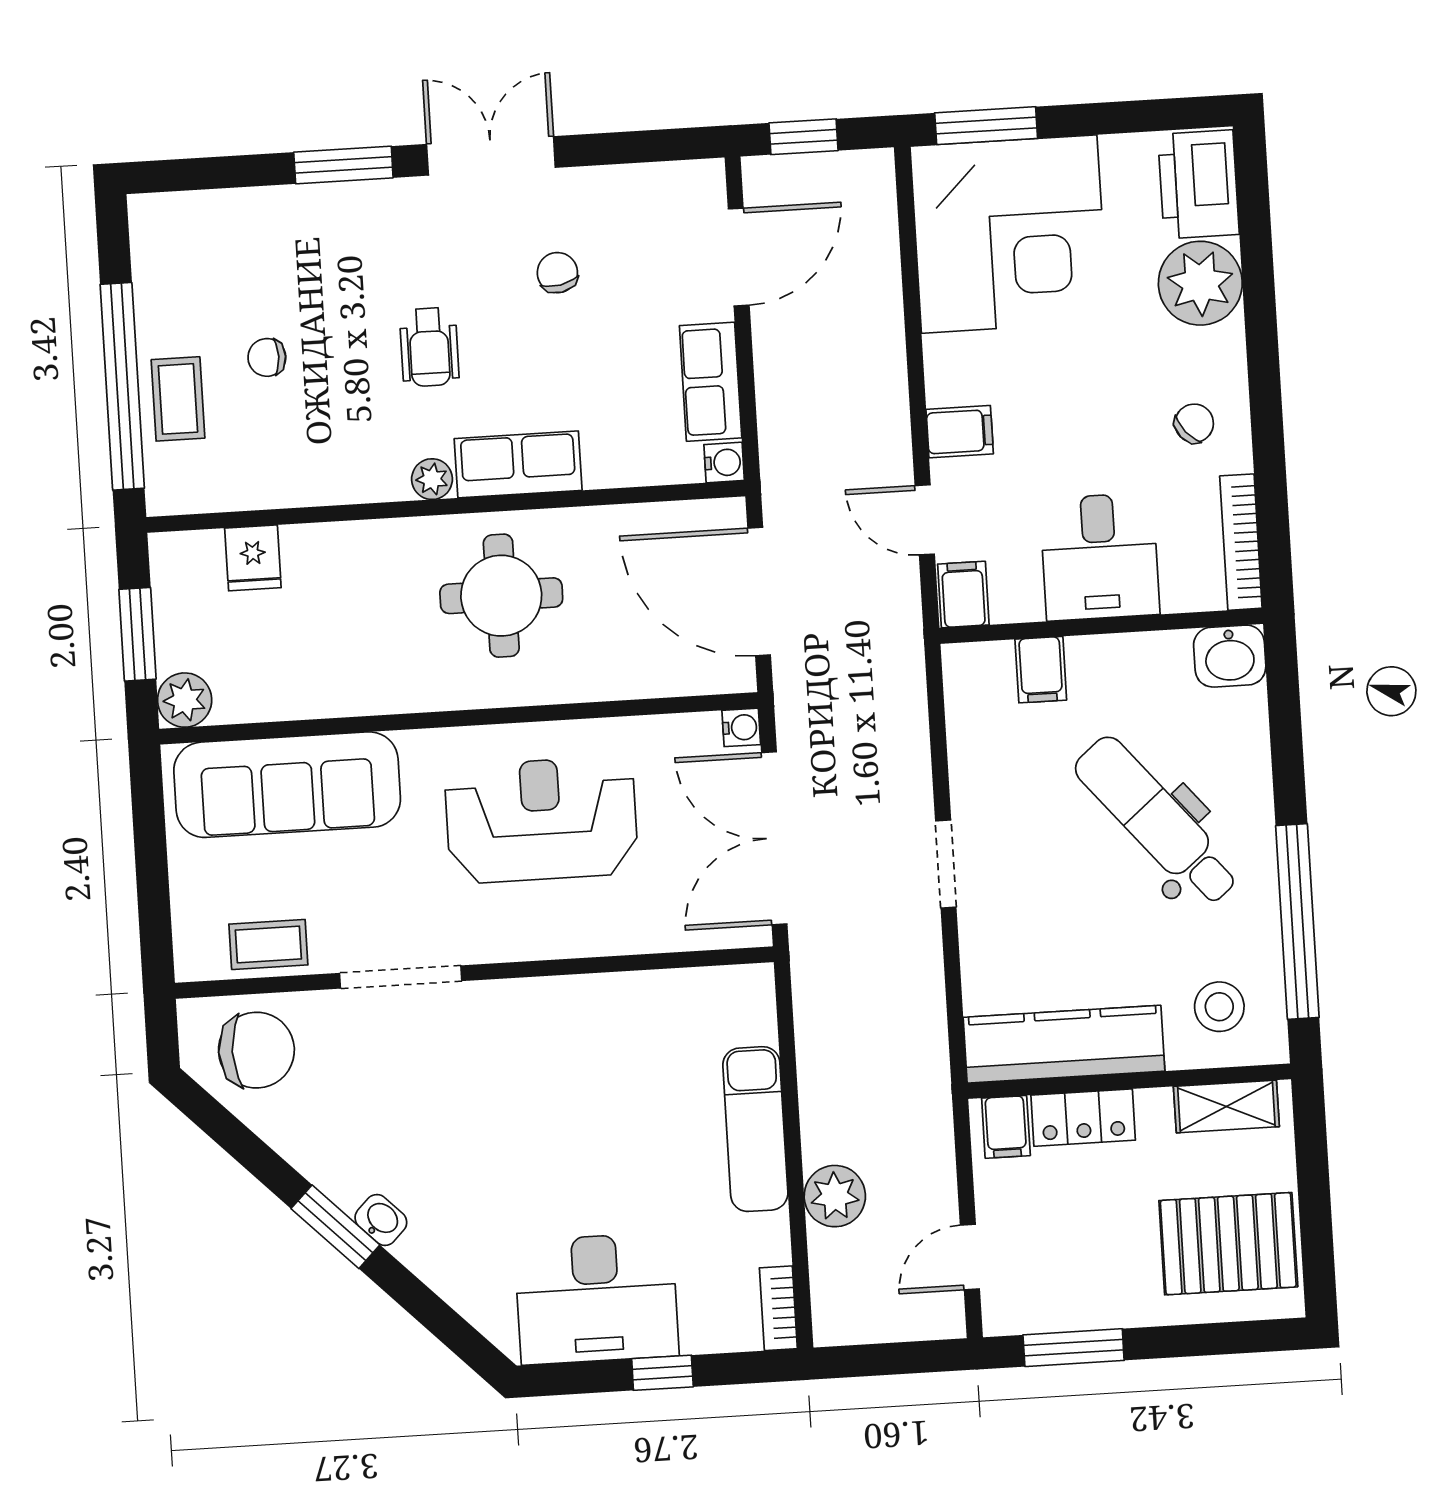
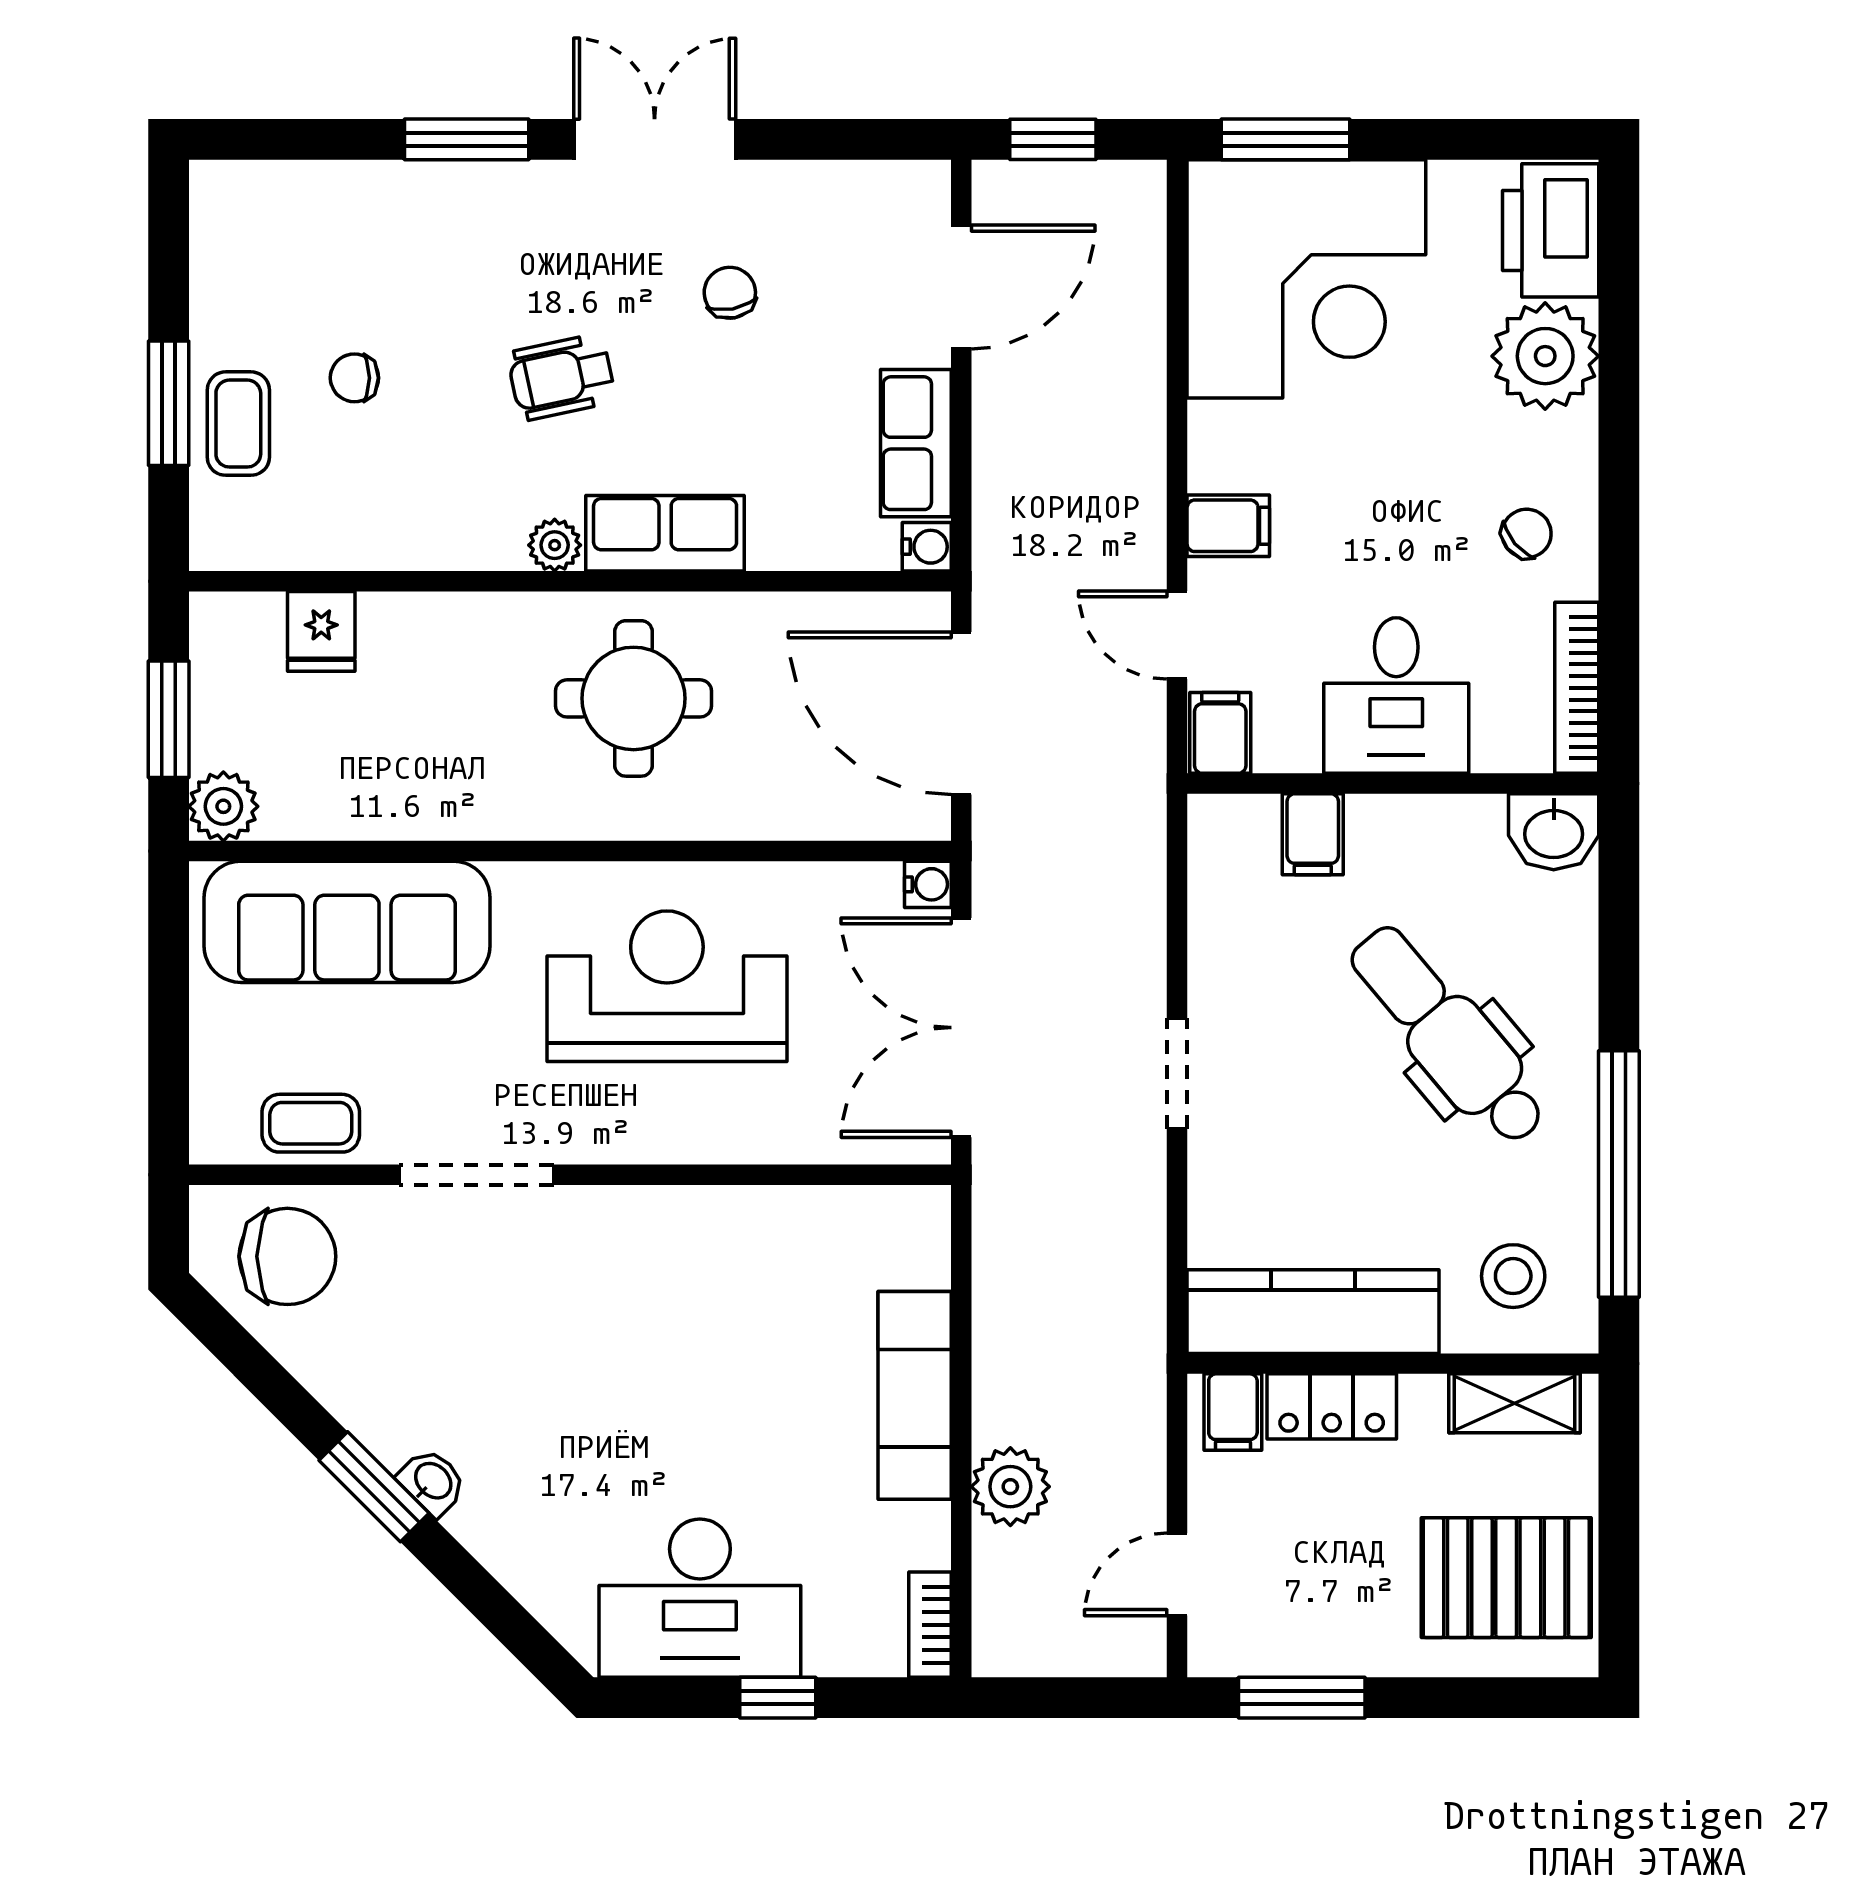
wheelchair: (429, 347) -> (561, 377), turned 78
window: (122, 386) -> (169, 403), width x0.47

